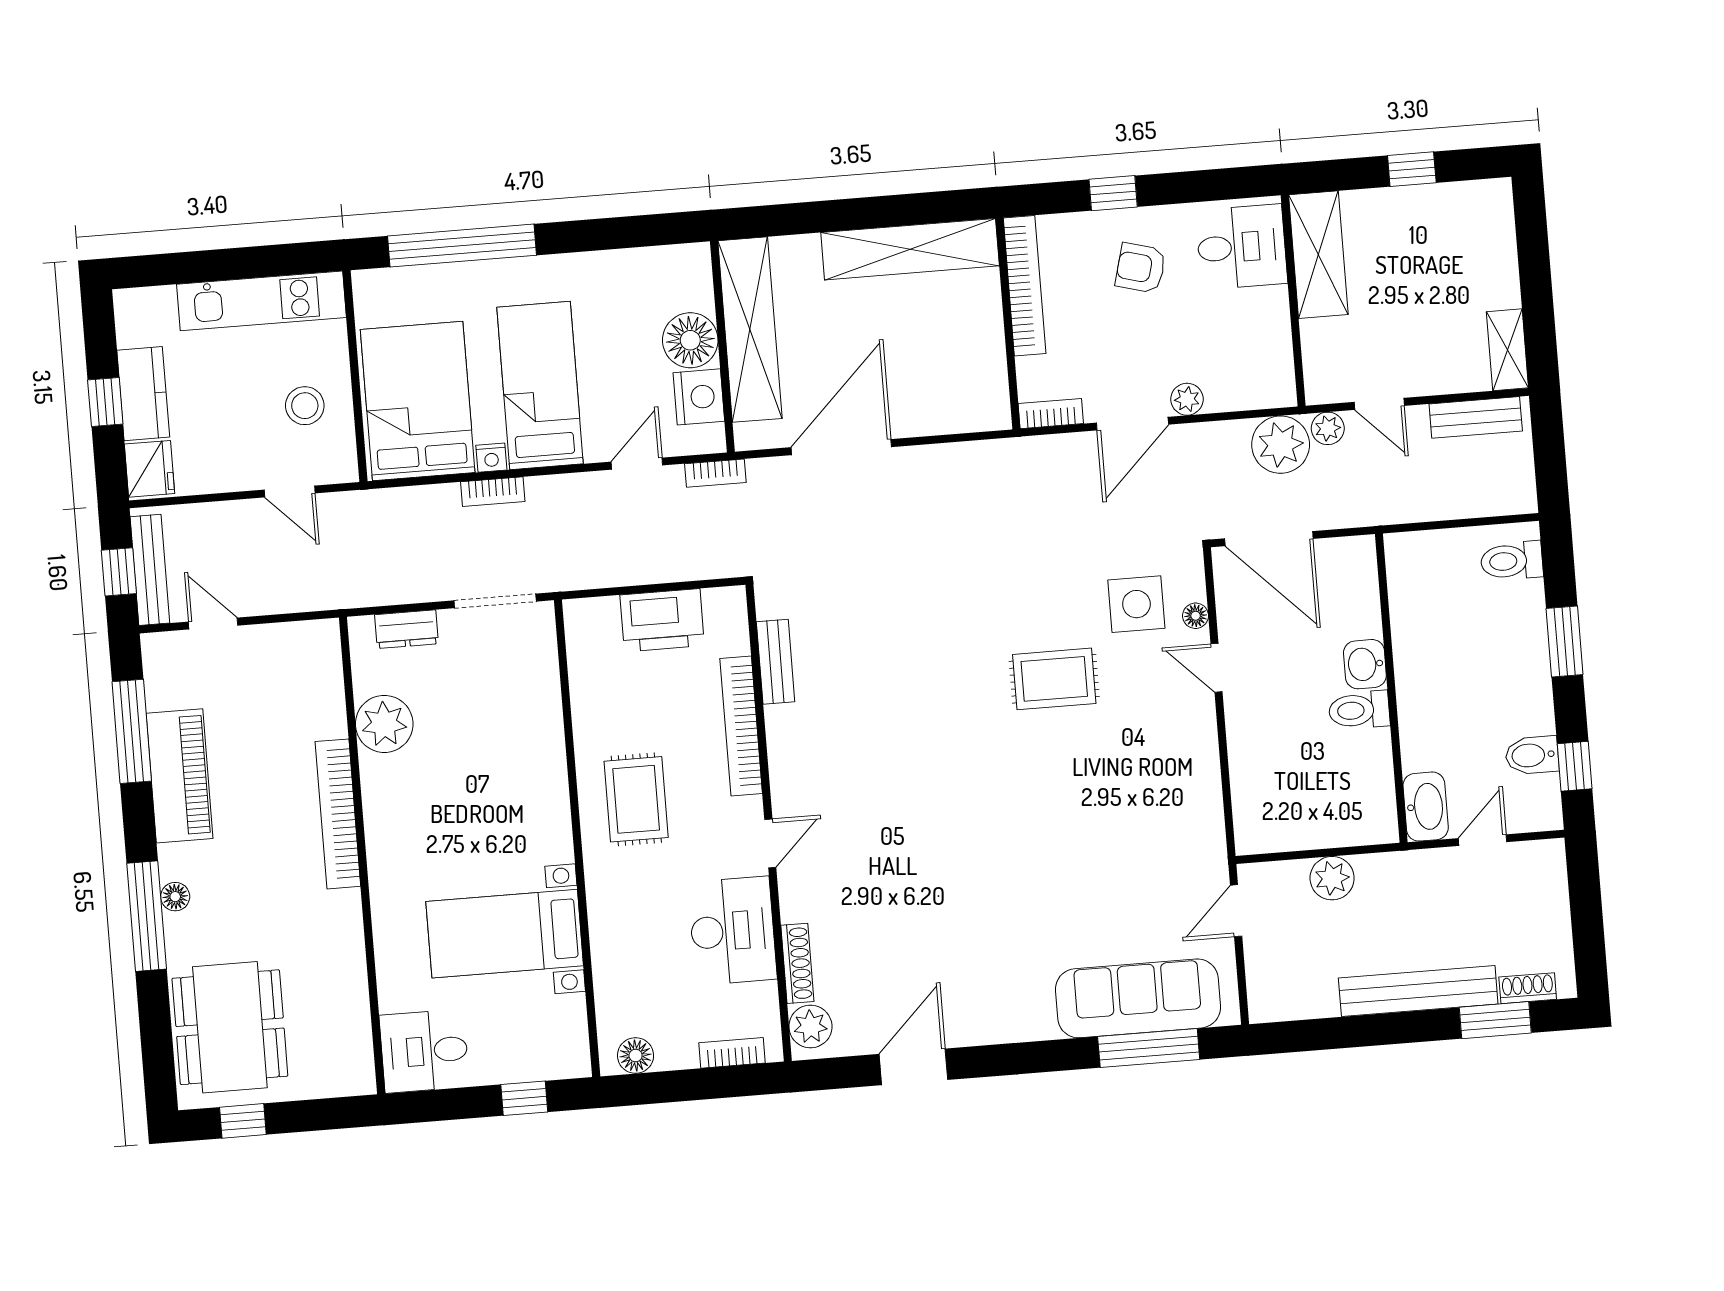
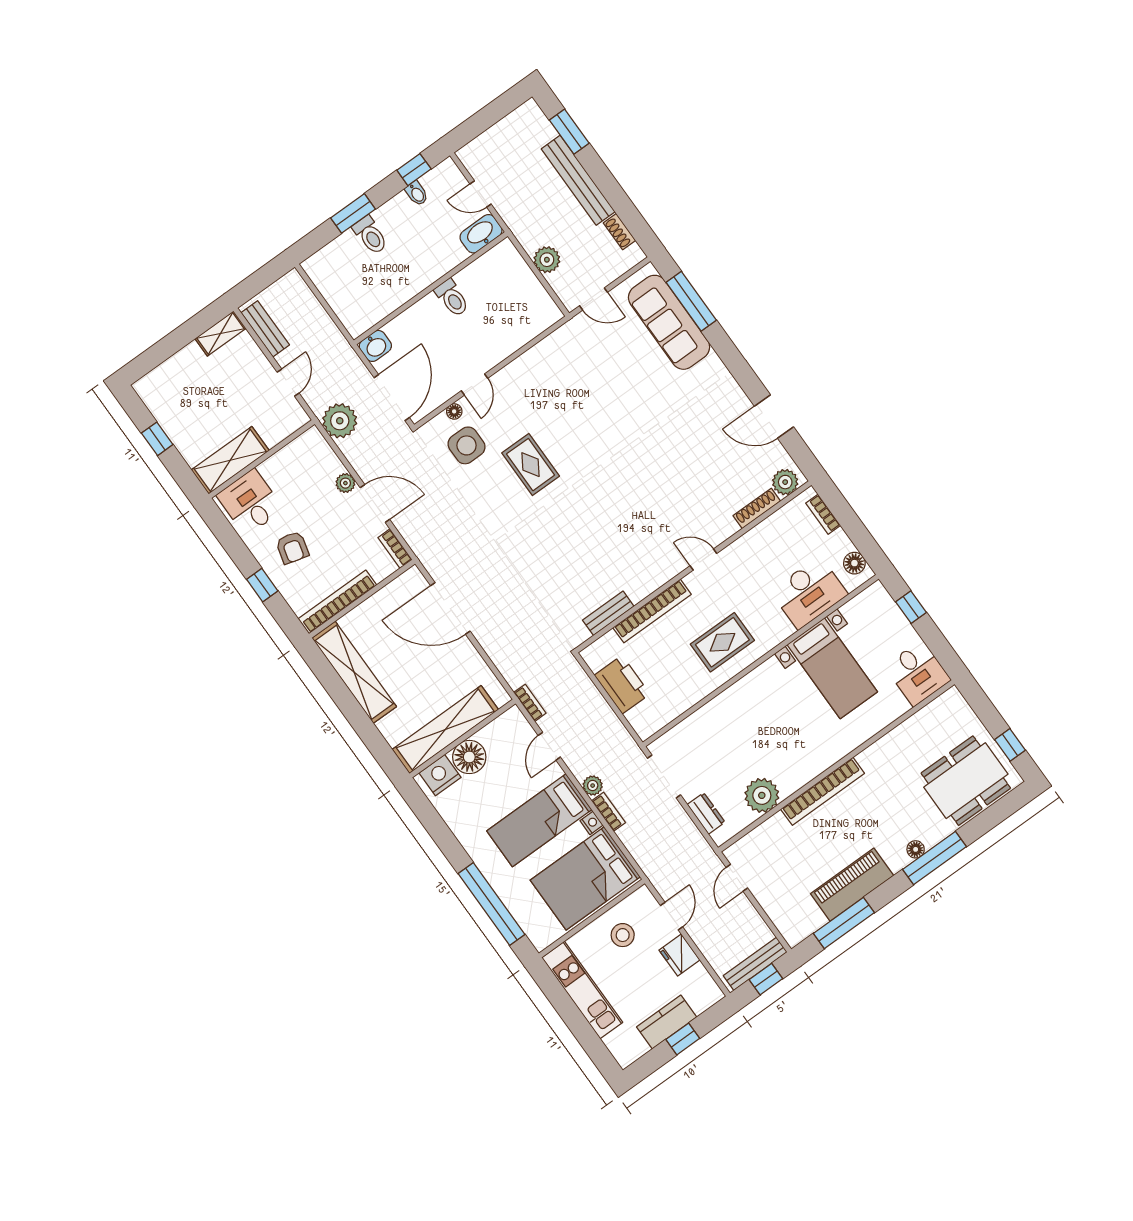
nightstand: (699, 397) -> (440, 775), moved
plant: (1328, 428) -> (593, 786), moved
door: (841, 447) -> (450, 608), moved
door: (637, 464) -> (549, 746), hinge flipped
fridge: (149, 469) -> (679, 955), moved, turned -90
toilet: (1512, 561) -> (370, 235), moved
door: (213, 624) -> (737, 878), moved
washbasin: (1365, 664) -> (375, 346), moved
bidet: (1532, 755) -> (417, 193), width x0.72, depth x0.74
desk: (732, 931) -> (809, 593), moved, turned 180
shoe rack: (1528, 988) -> (620, 232), moved

